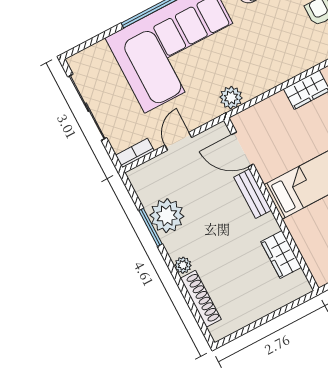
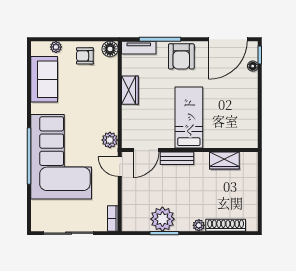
door: (178, 141) -> (120, 167), moved

